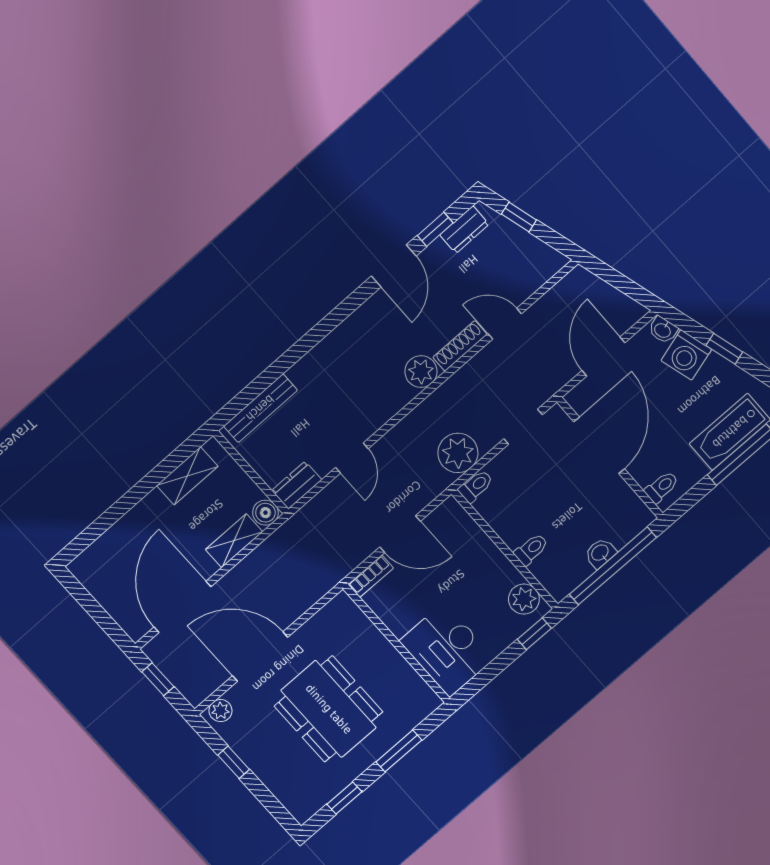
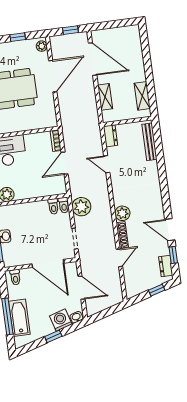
boiler: (265, 513) -> (108, 116), removed
toilet: (531, 549) -> (53, 206), moved

